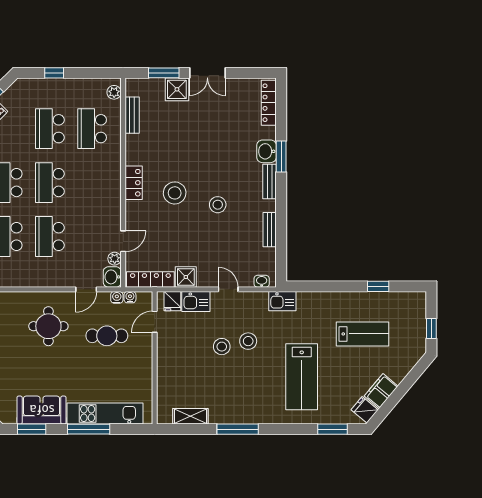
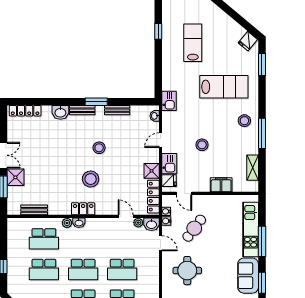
plant: (114, 92) -> (67, 223), moved
window: (281, 157) -> (96, 102), moved
washbasin: (114, 177) -> (79, 223), added
cafe table: (107, 336) -> (194, 228), turned 37
stool: (248, 341) -> (244, 121), moved
filing cabinet: (381, 391) -> (221, 185), moved, turned 140

